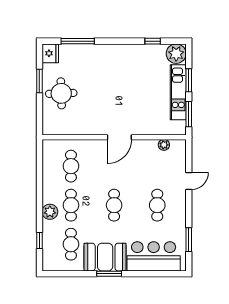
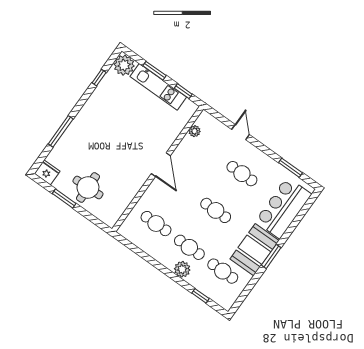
window: (78, 41) -> (61, 131), moved
window: (189, 114) -> (183, 91), width x0.67

